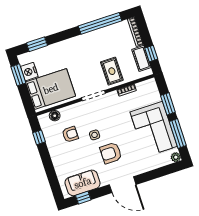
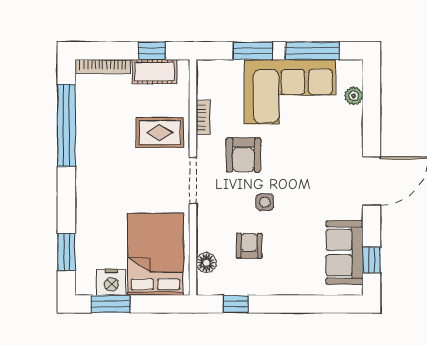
armchair: (111, 153) -> (243, 155), moved
plant: (176, 157) -> (354, 96), moved

